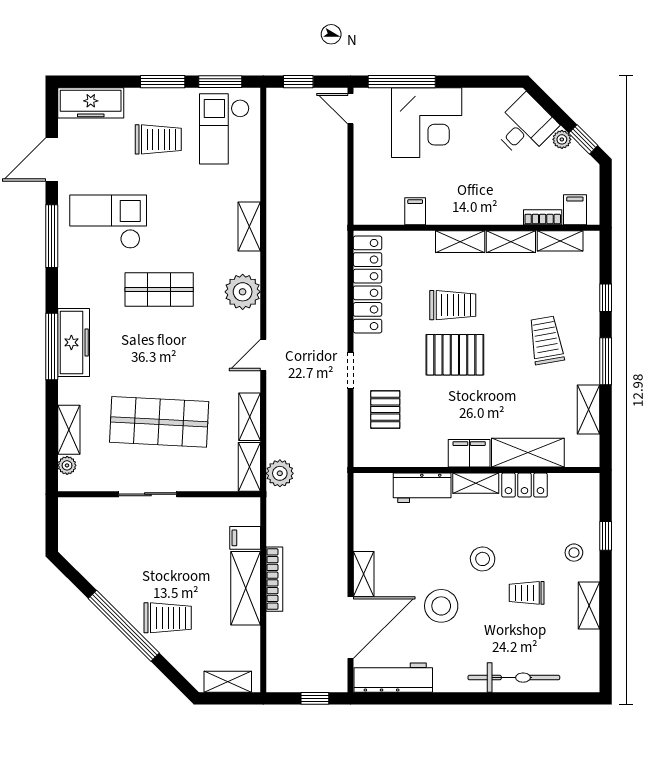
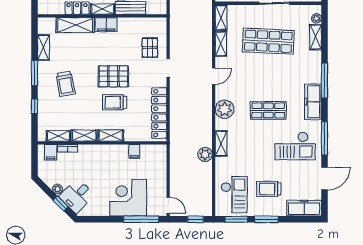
window: (583, 139) -> (61, 204), moved
freezer: (74, 342) -> (313, 102), moved
plant: (280, 473) -> (205, 154), moved

